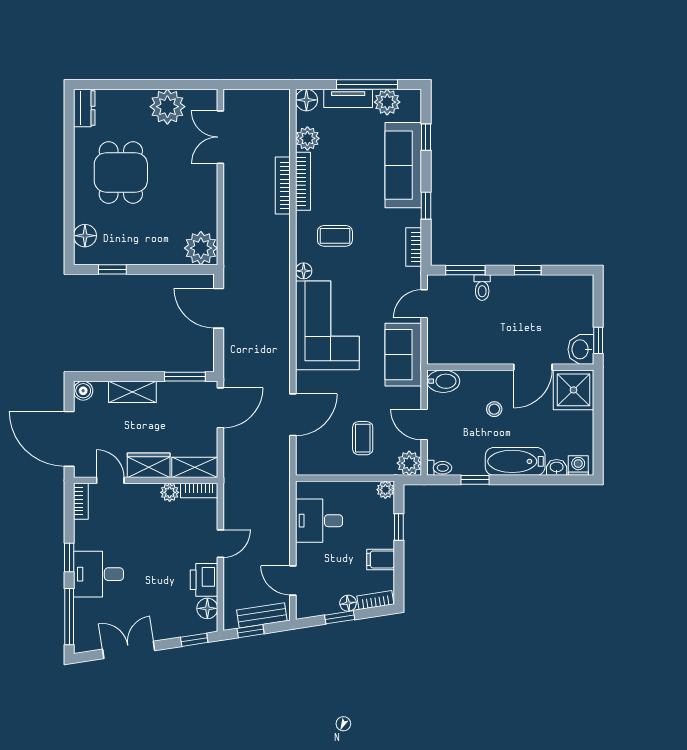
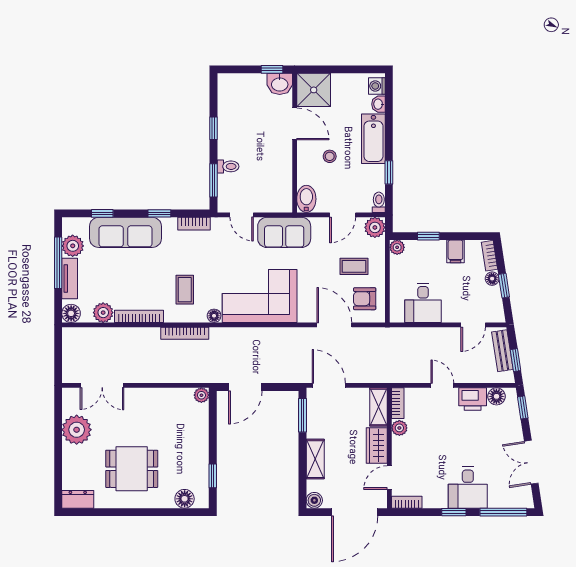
bookcase: (283, 186) -> (185, 333), moved
plant: (201, 248) -> (201, 395), width x0.53, depth x0.53
armchair: (324, 451) -> (365, 299), added

